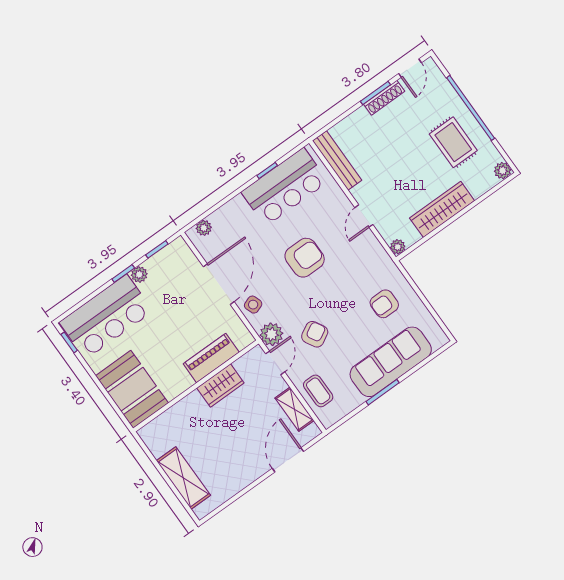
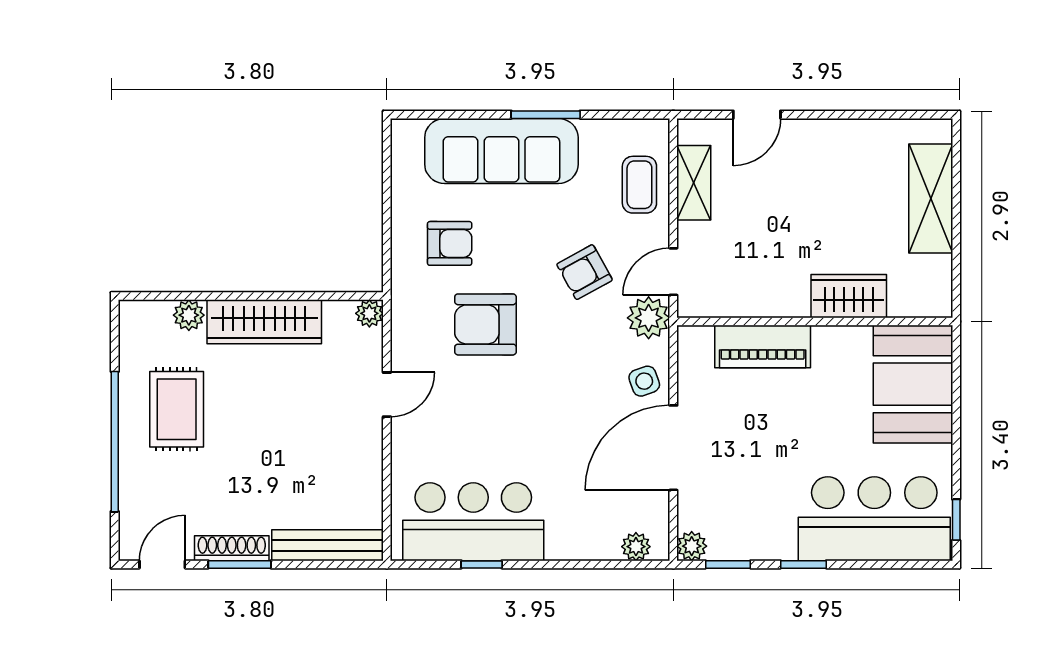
bench: (337, 160) -> (328, 545), moved, turned 90
plant: (503, 171) -> (189, 315), moved
armchair: (305, 258) -> (485, 324), moved
plant: (139, 274) -> (692, 546), moved
wardrobe: (220, 385) -> (849, 296), moved
door: (288, 460) -> (757, 115), width x0.73

